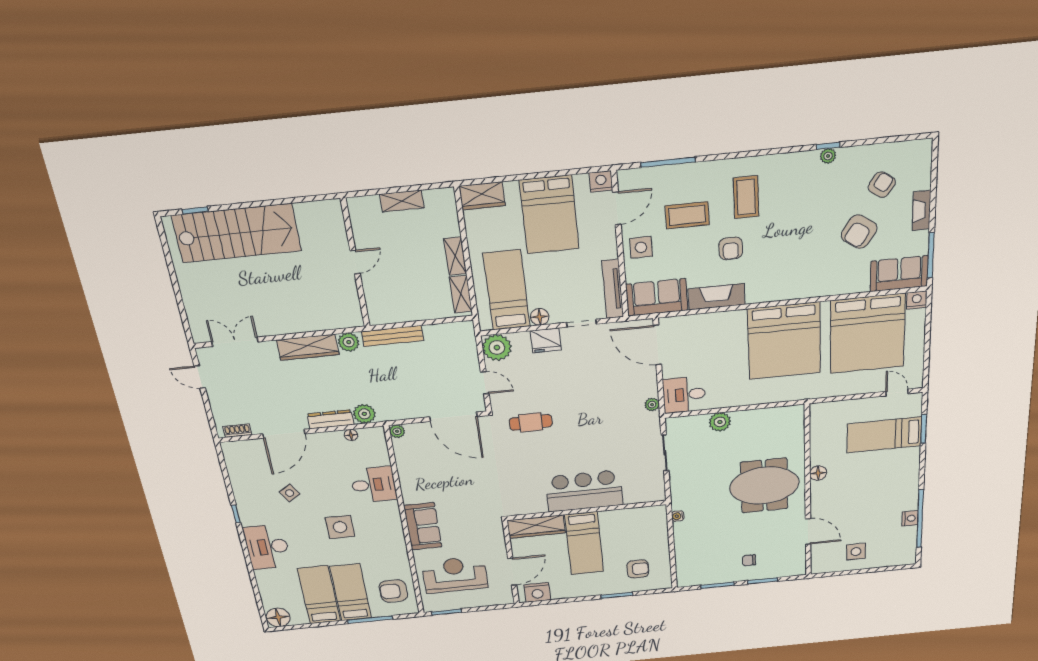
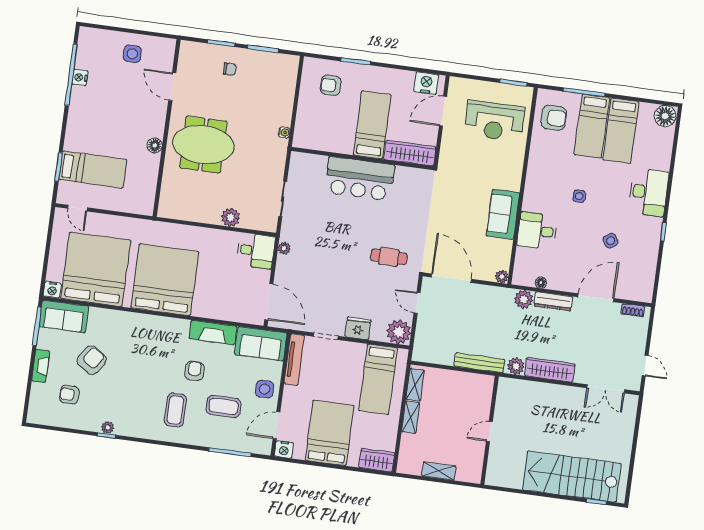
armchair: (882, 185) -> (69, 395), turned 55
floor lamp: (540, 317) -> (358, 350), removed
sofa: (423, 526) -> (503, 214), moved
side table: (340, 527) -> (579, 196), width x0.54, depth x0.54

